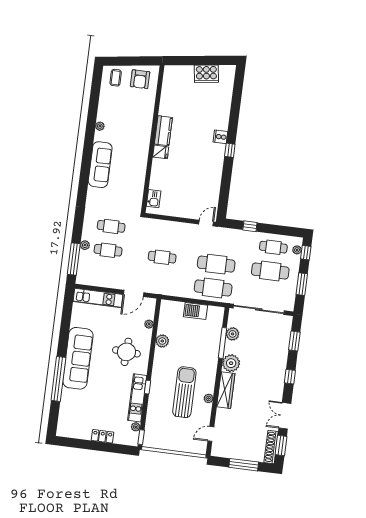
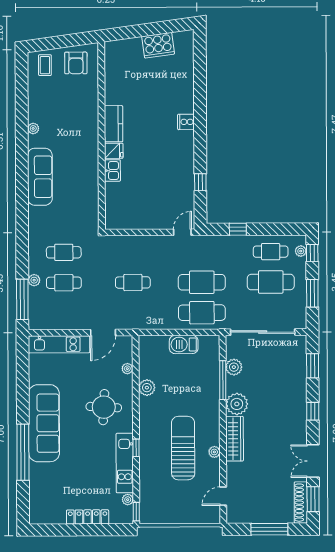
window: (230, 150) -> (200, 182), moved
kitchen sink: (154, 199) -> (112, 170), moved
locker: (102, 436) -> (88, 517), width x1.53

